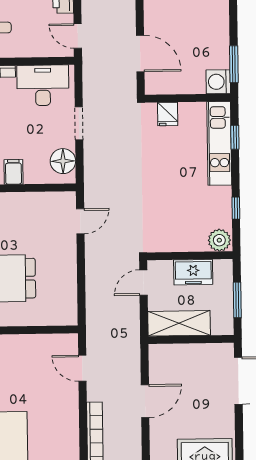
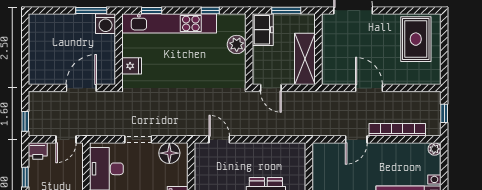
kitchen unit: (219, 143) -> (169, 23), width x1.36
plant: (219, 240) -> (237, 44), moved
freezer: (193, 272) -> (263, 30), moved
door: (82, 368) -> (356, 139), moved

